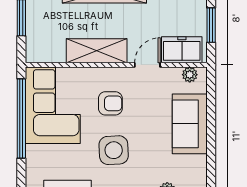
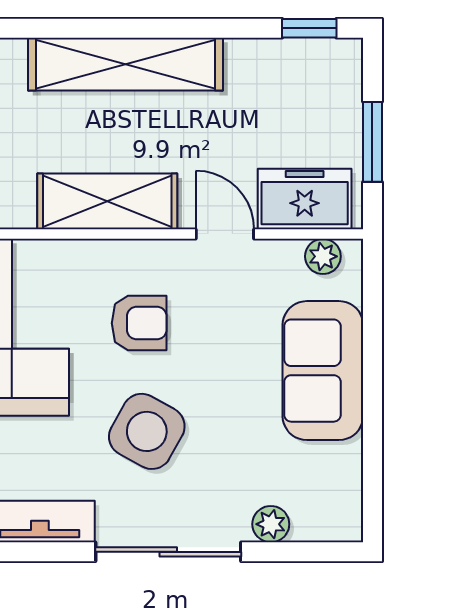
door: (147, 65) -> (225, 234), hinge flipped
side table: (114, 150) -> (147, 431), turned 32

